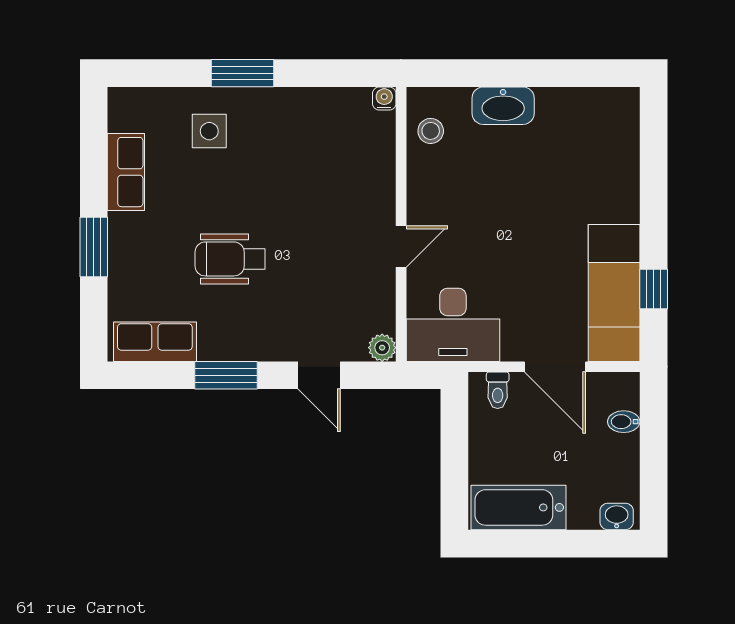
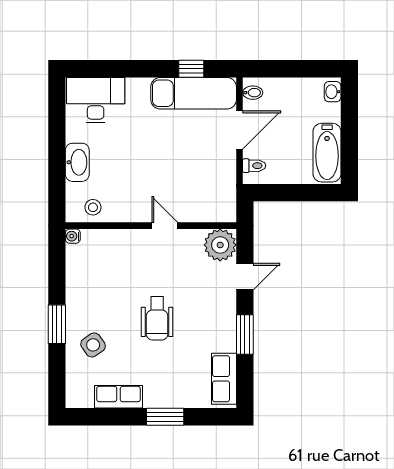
side table: (209, 131) -> (93, 345), turned -35
wheelchair: (230, 259) -> (157, 318), moved
desk: (453, 325) -> (96, 100), moved, turned -90
plant: (382, 348) -> (220, 245), width x1.88, depth x1.88
bidet: (624, 422) -> (253, 93), moved, turned -90

